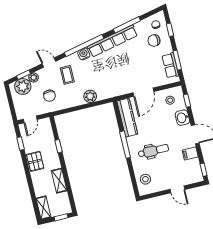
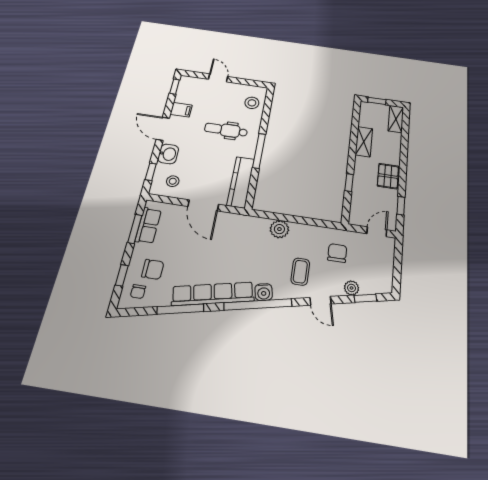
plant: (23, 86) -> (372, 281), removed
door: (143, 92) -> (203, 205), swing flipped

